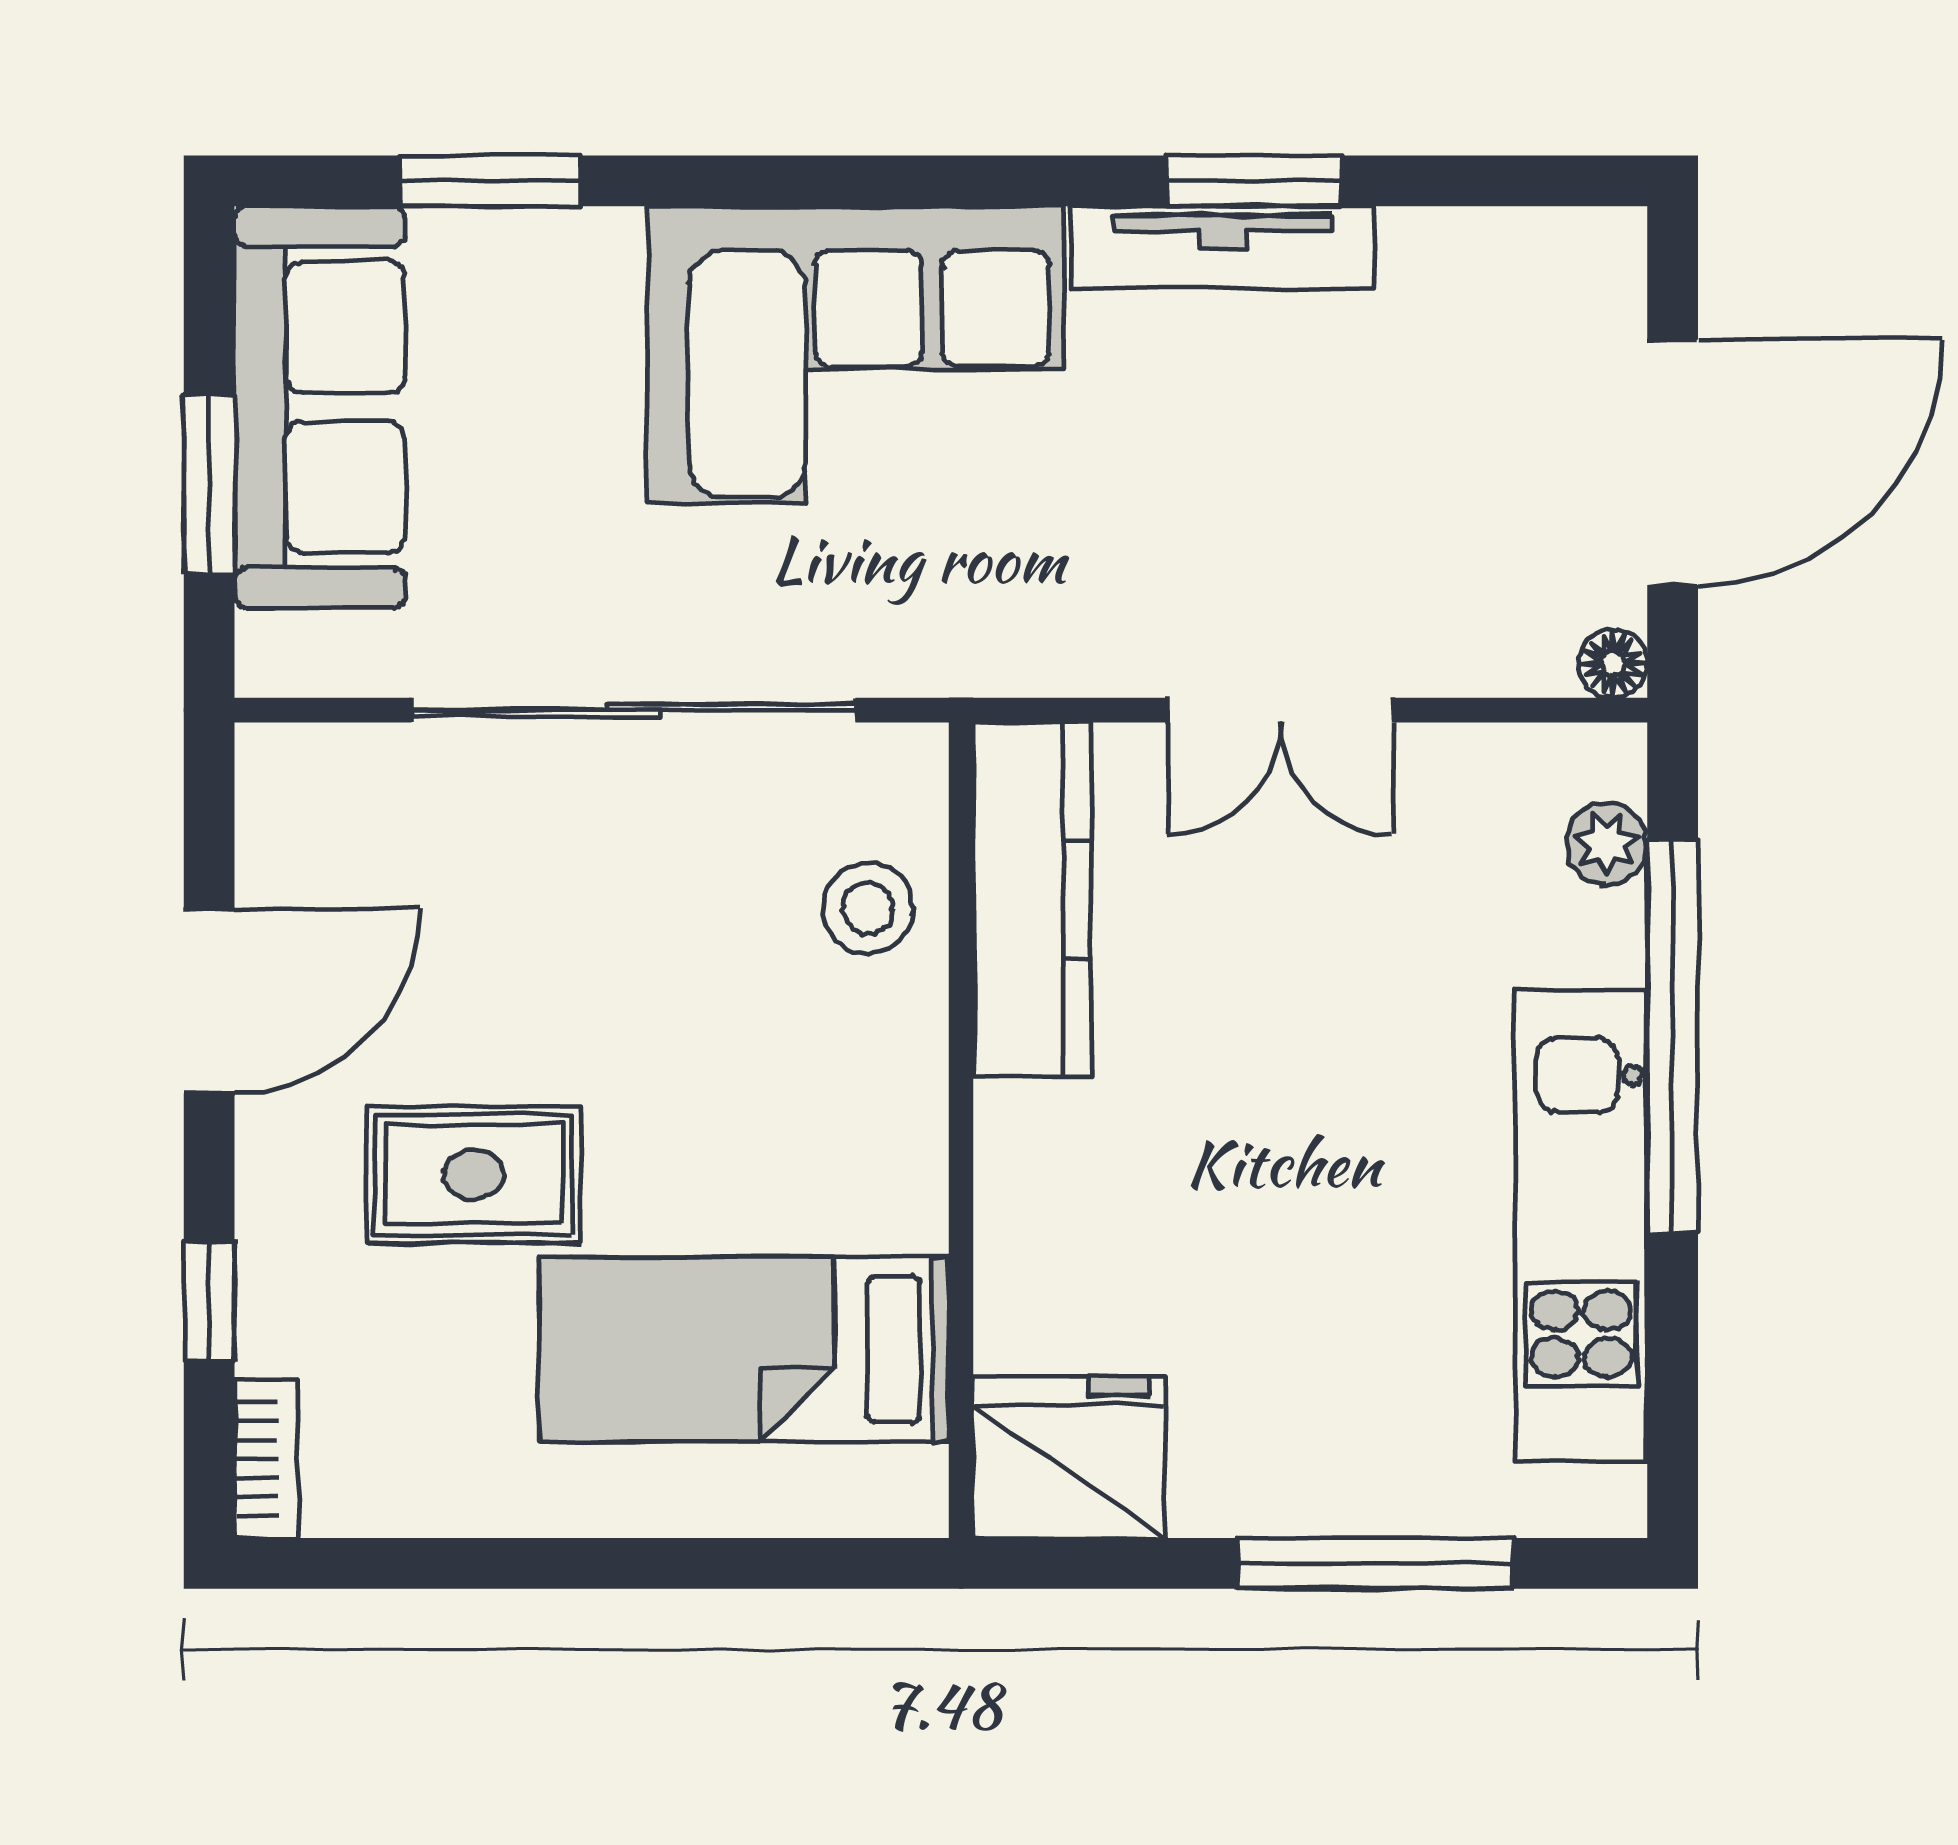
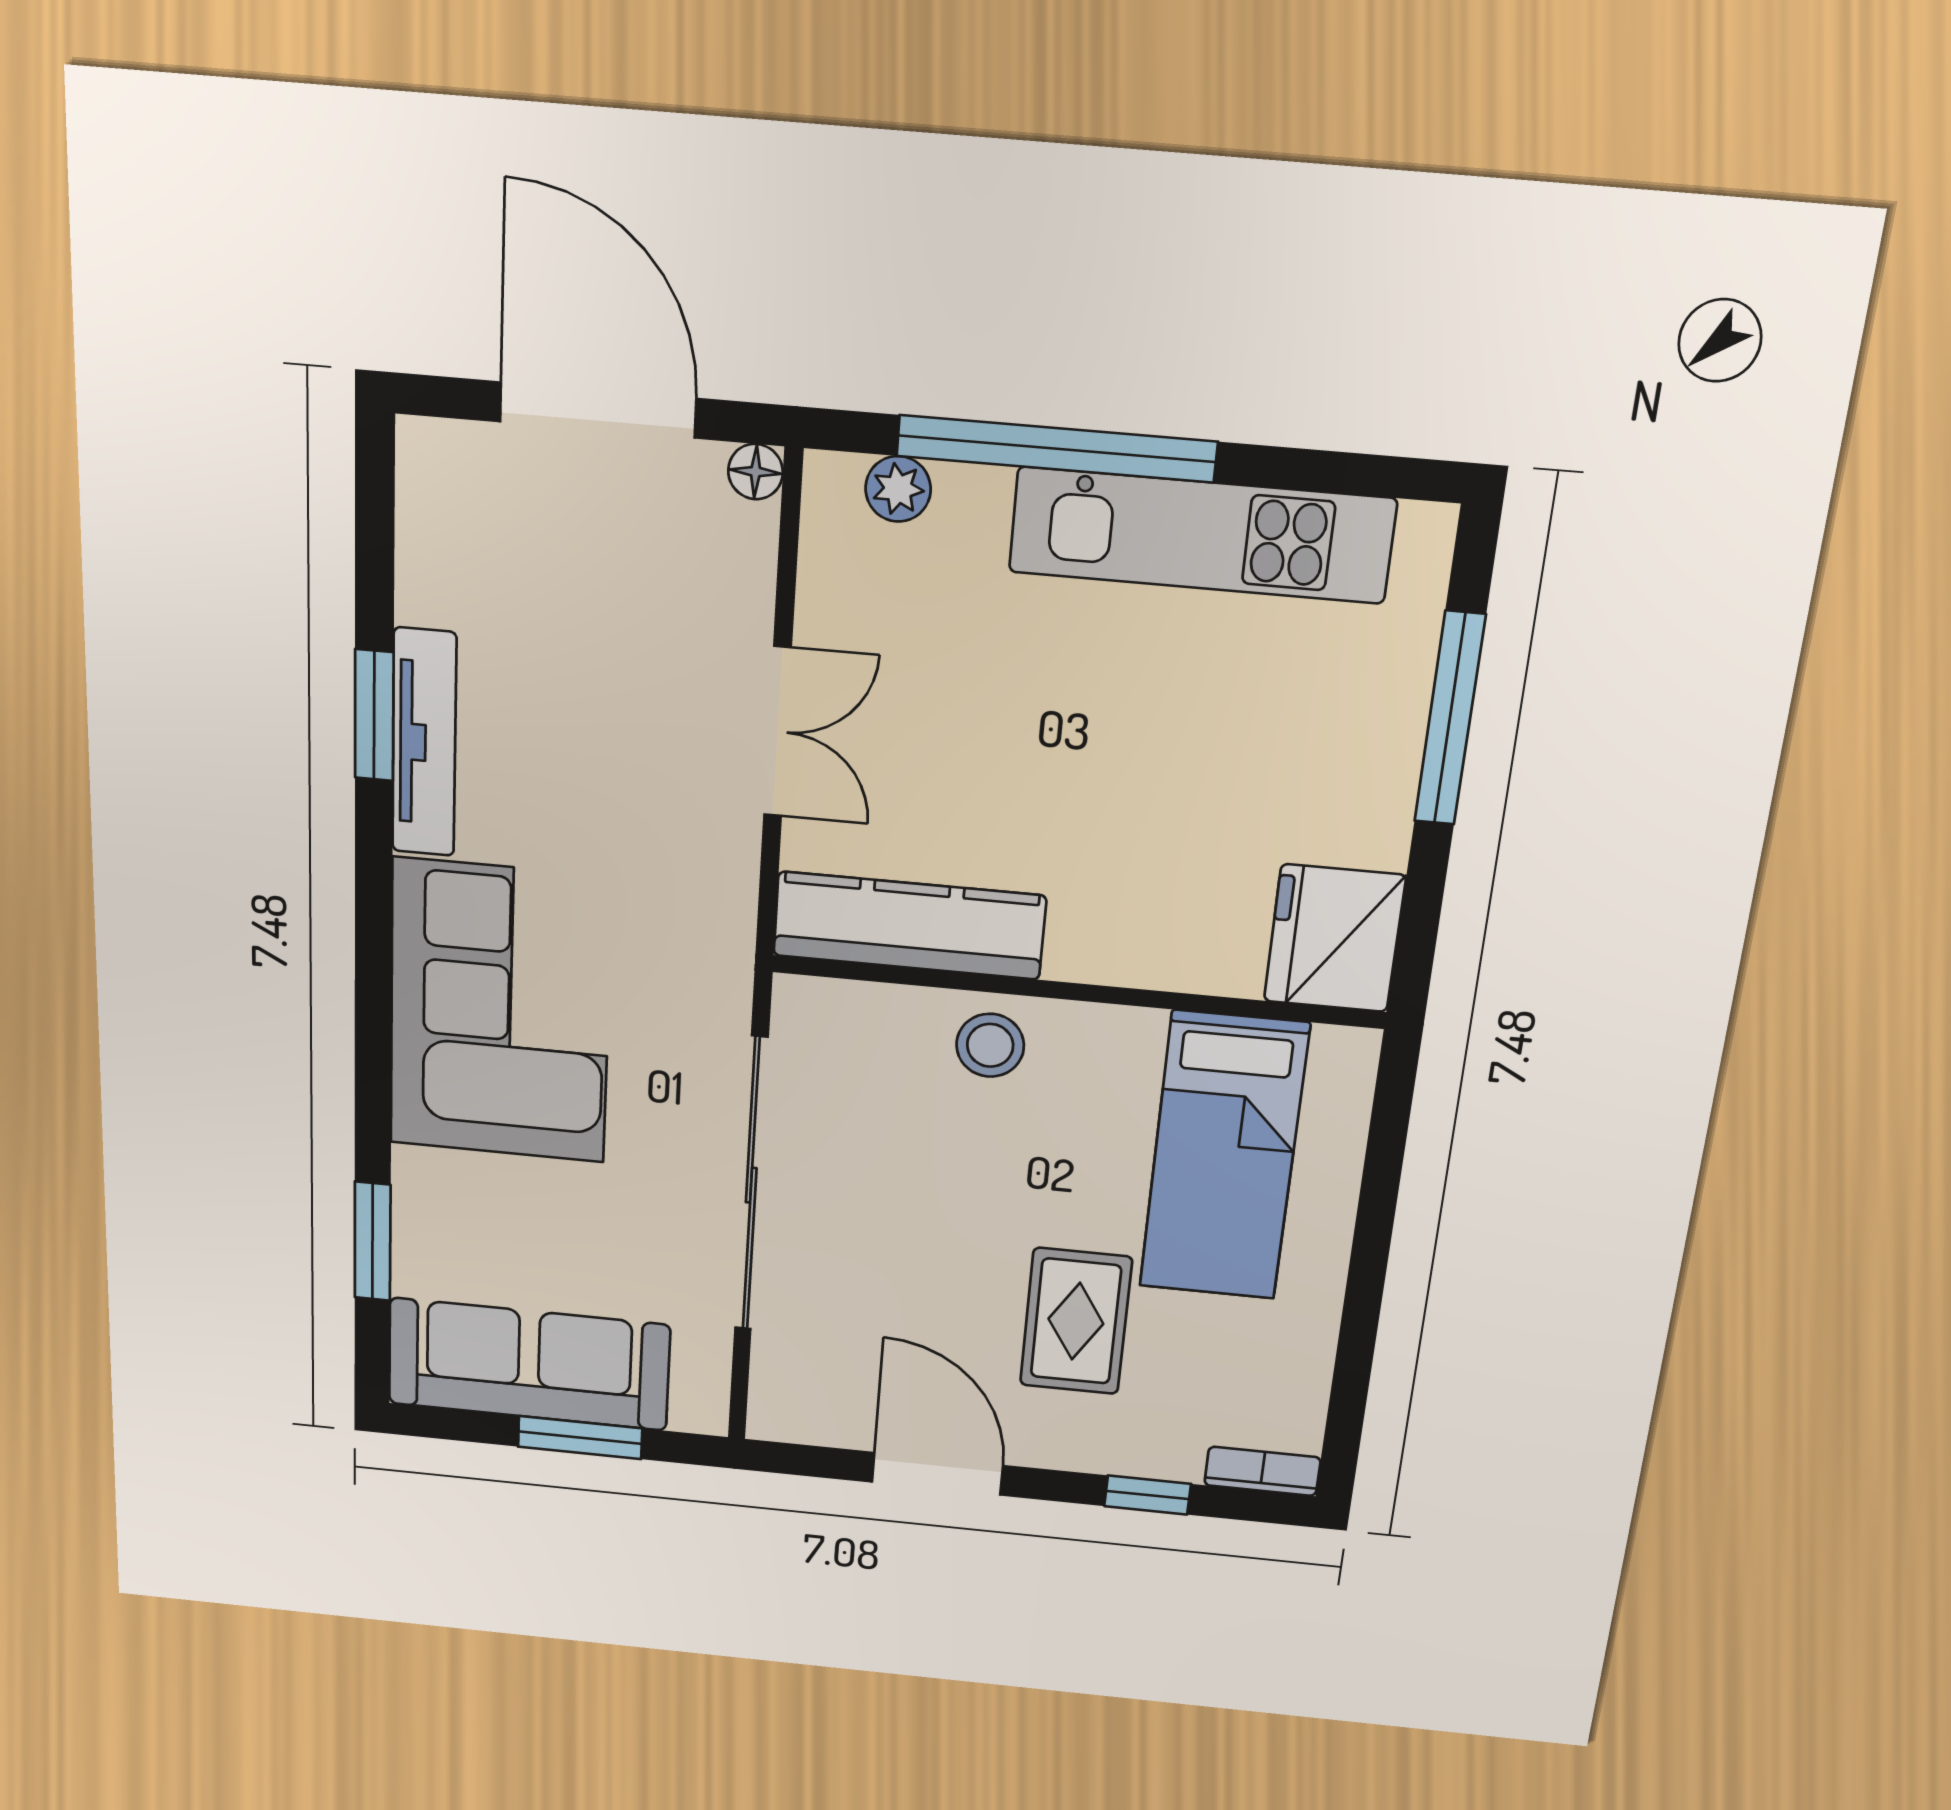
stool: (868, 908) -> (990, 1045), moved

